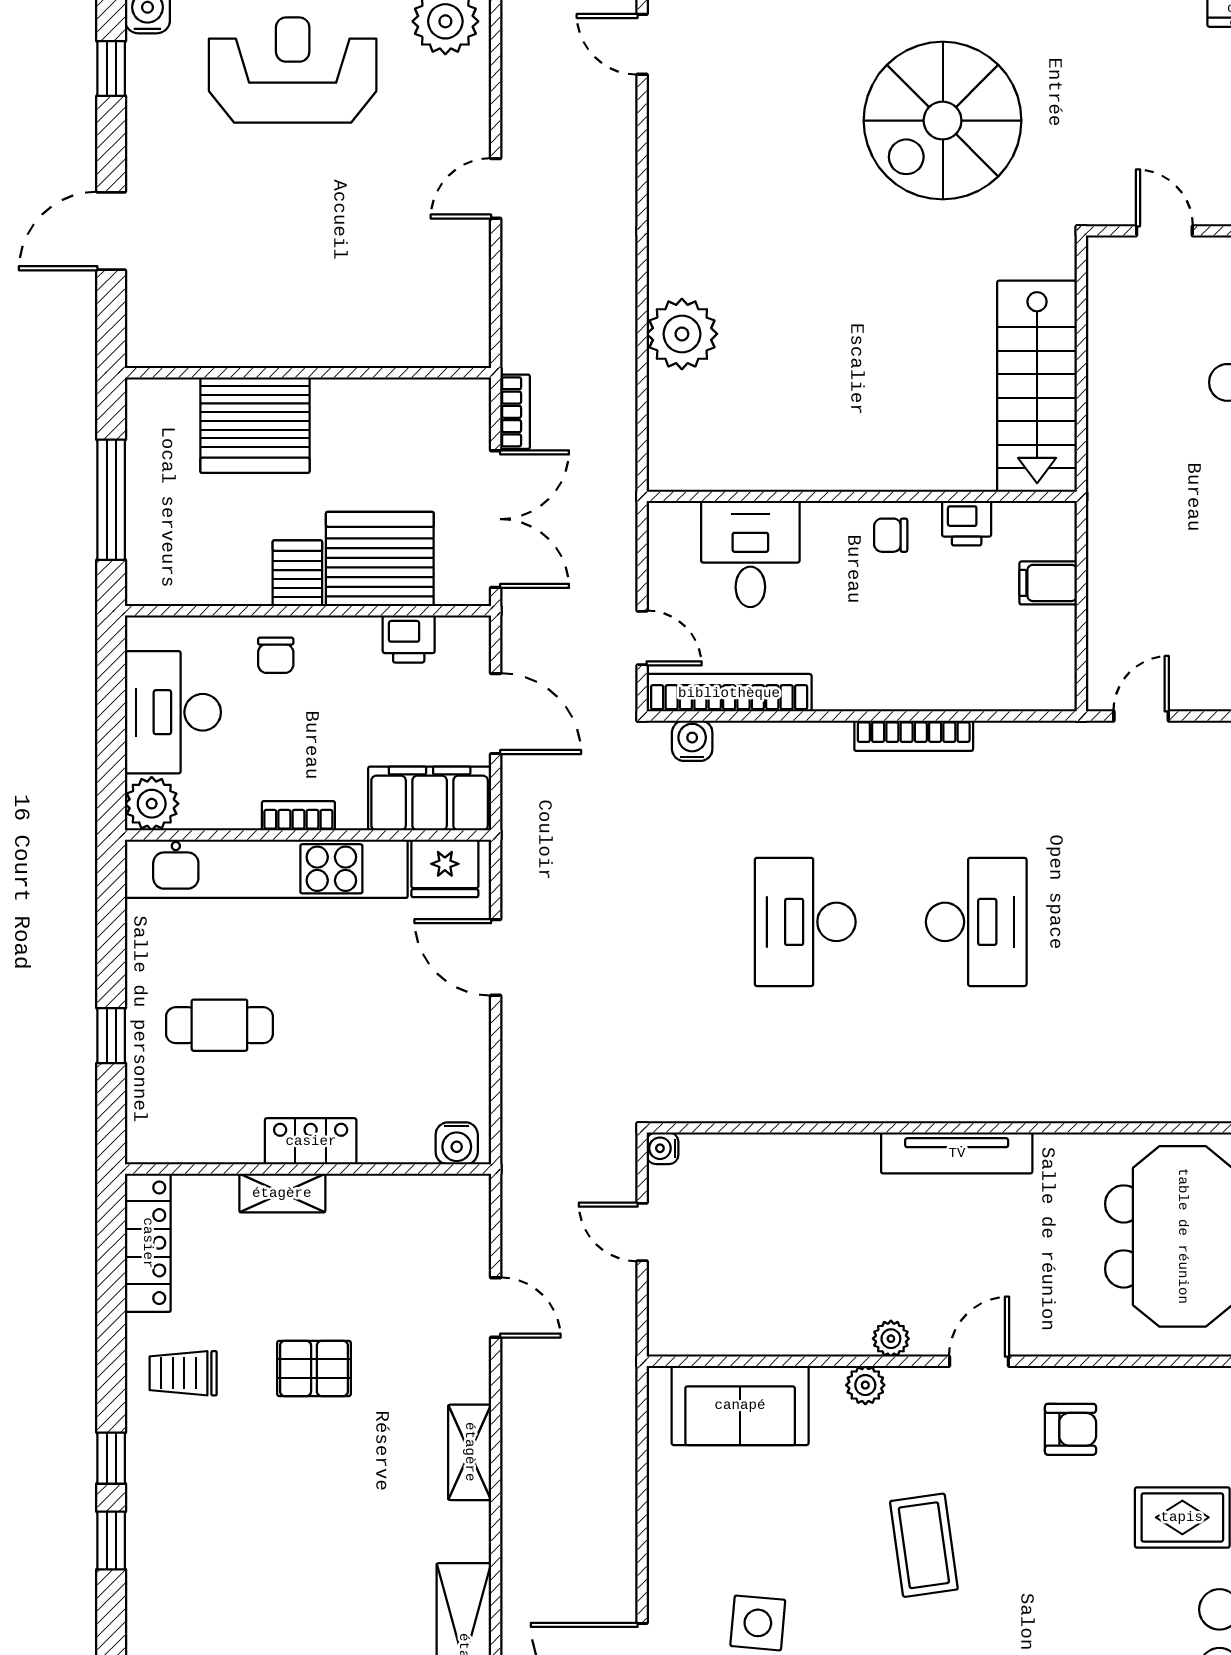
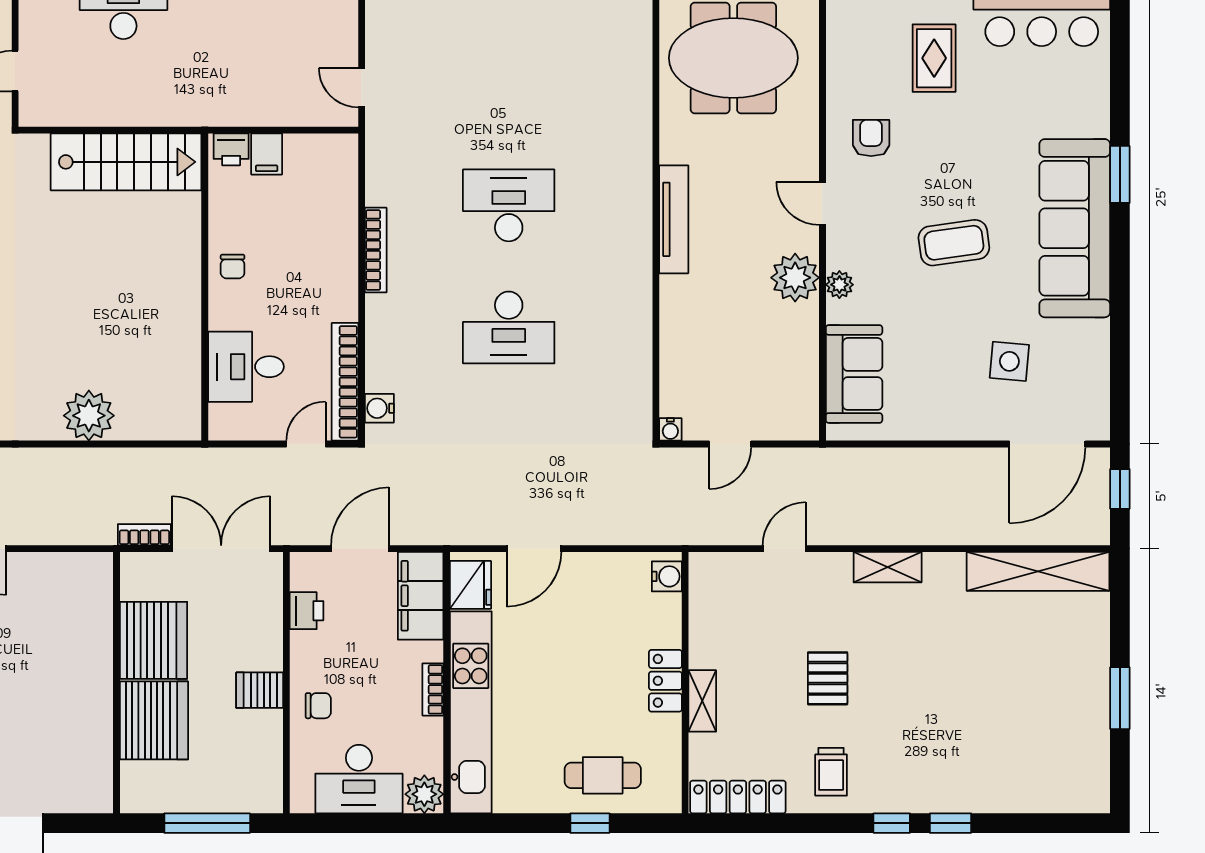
printer: (967, 523) -> (231, 149), moved, turned 90
server rack: (380, 559) -> (153, 640), moved, turned 180
cafe table: (219, 1025) -> (603, 775), moved, turned 90
plant: (891, 1339) -> (795, 278), width x1.88, depth x1.88

